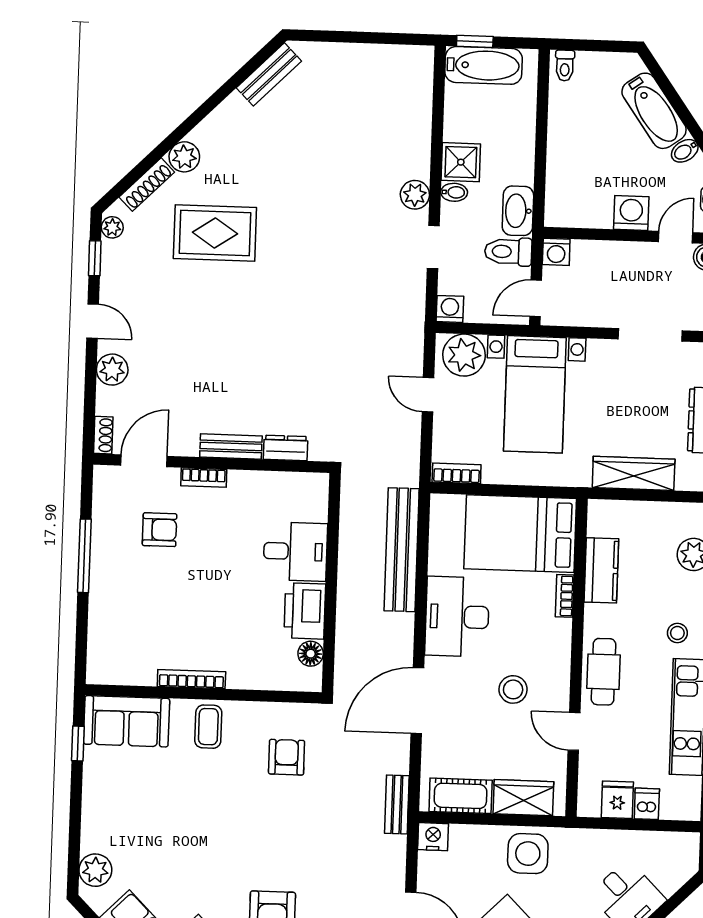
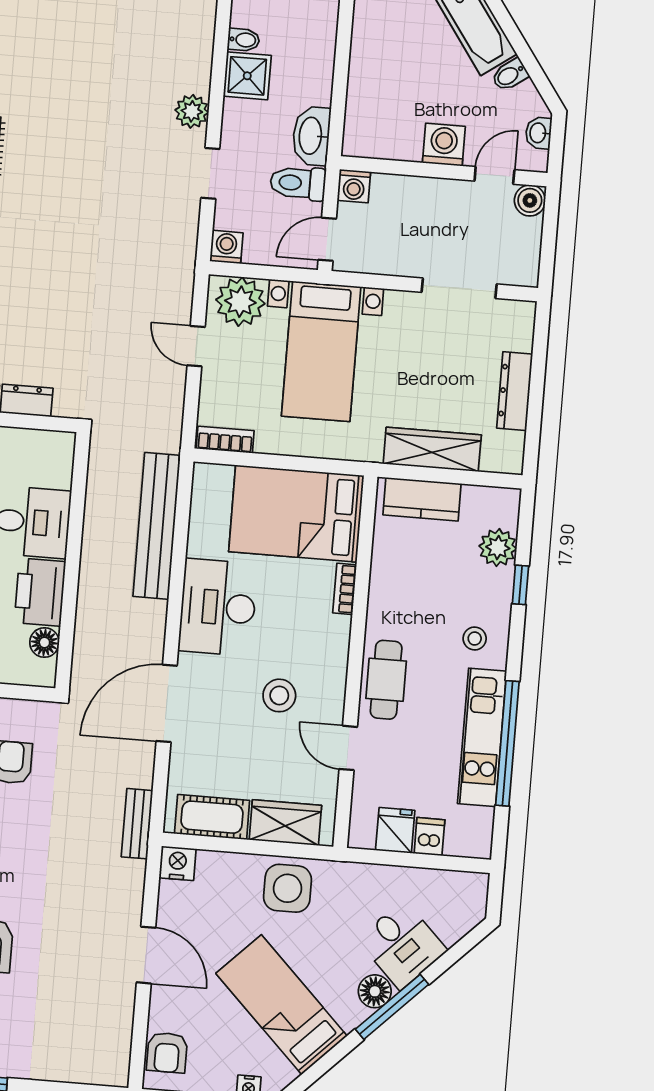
bidet: (454, 192) -> (244, 40), moved
kitchen counter: (601, 570) -> (422, 499), moved, turned 90

